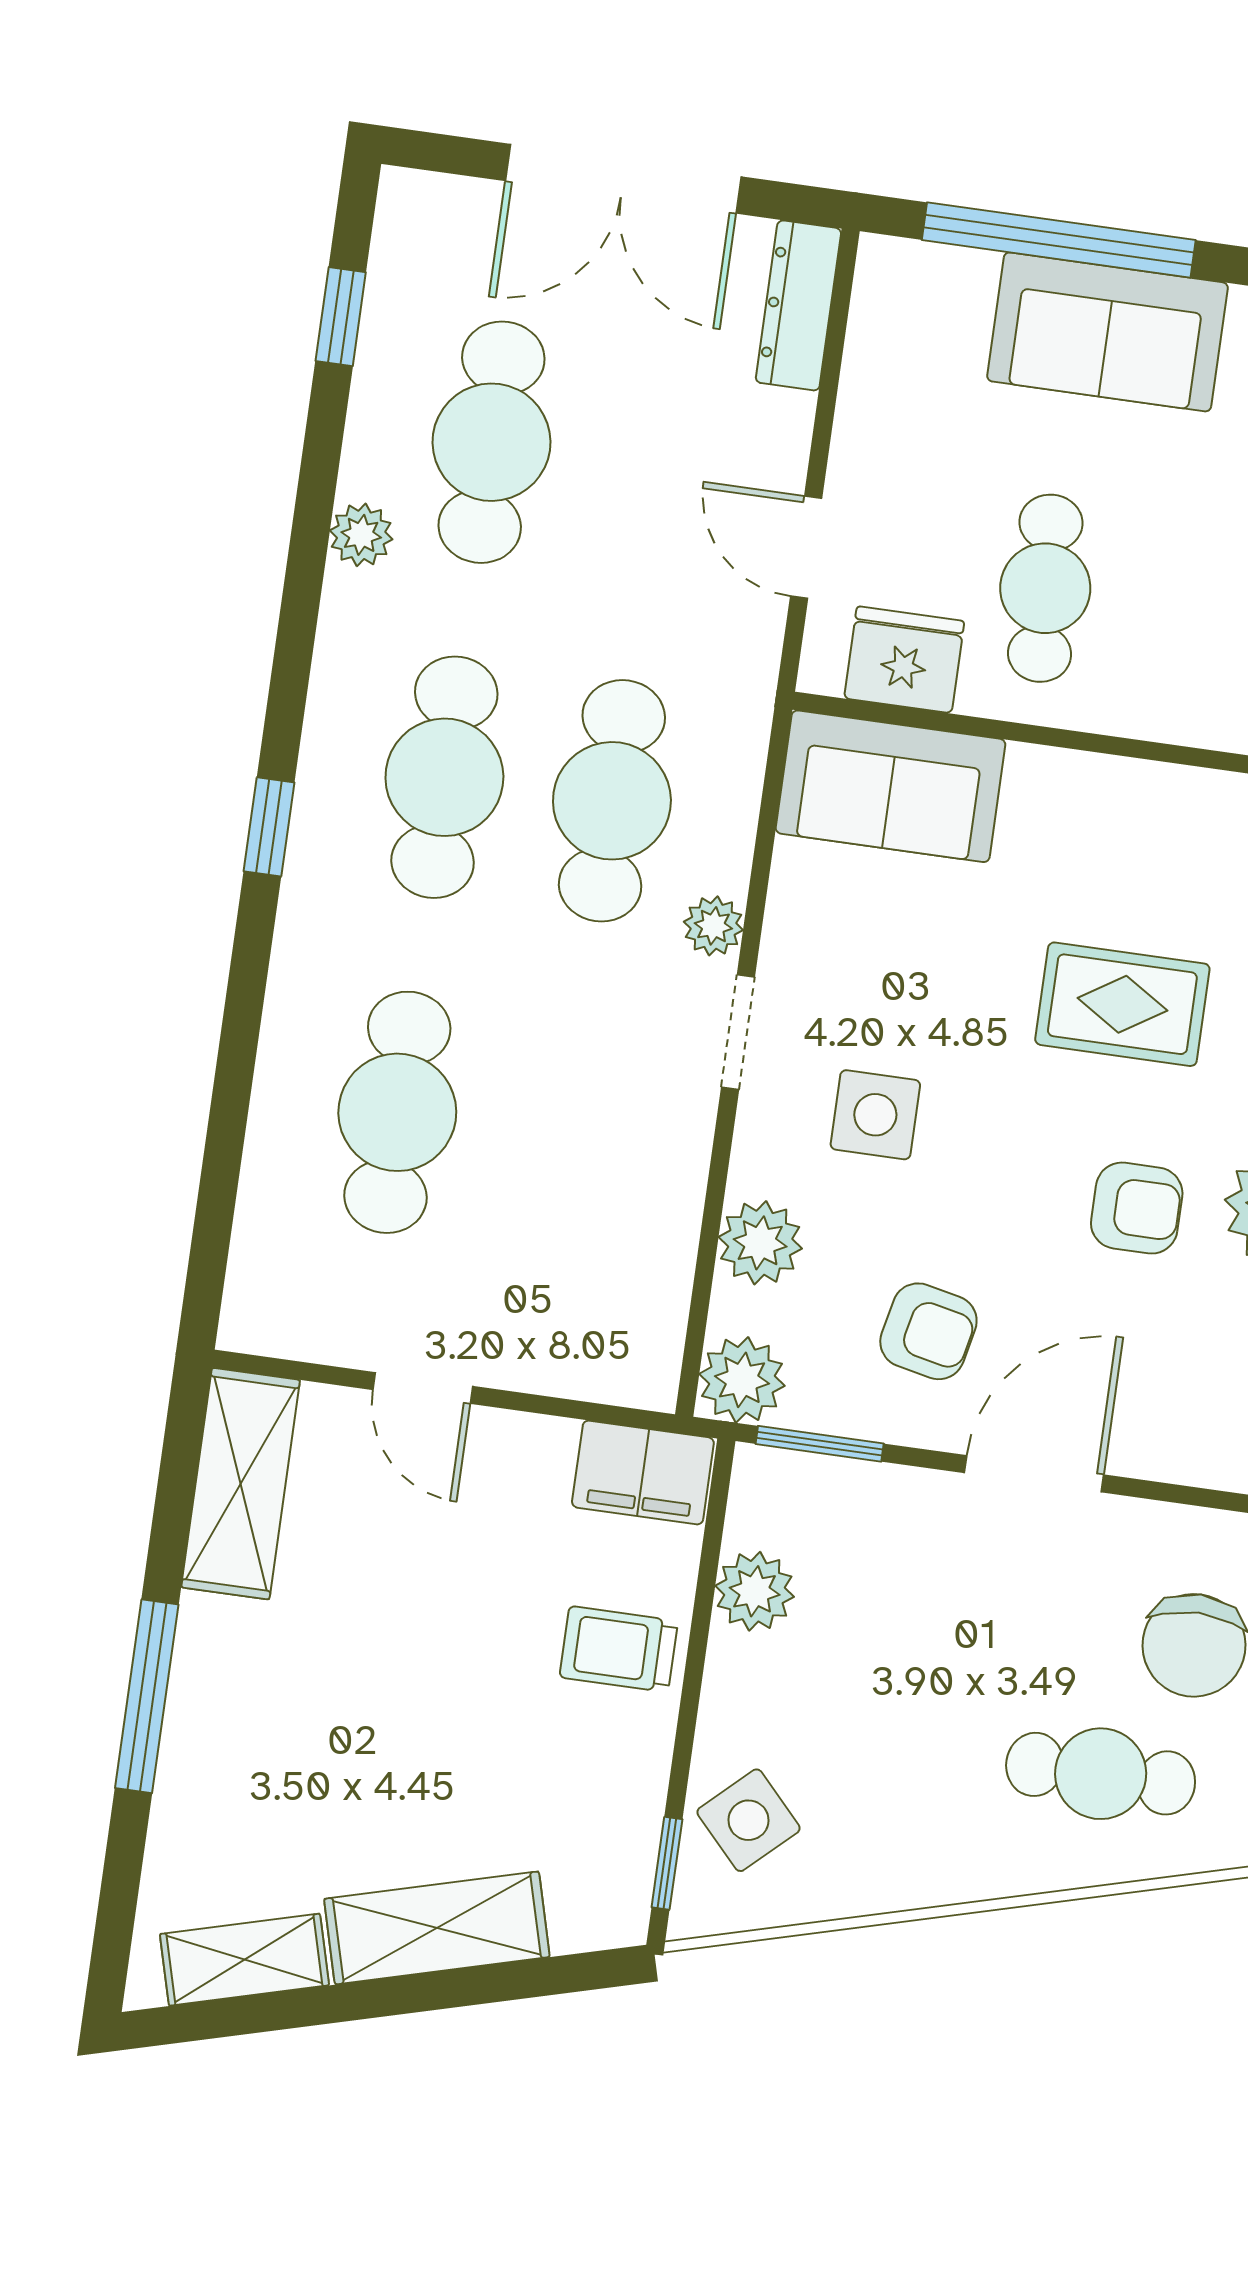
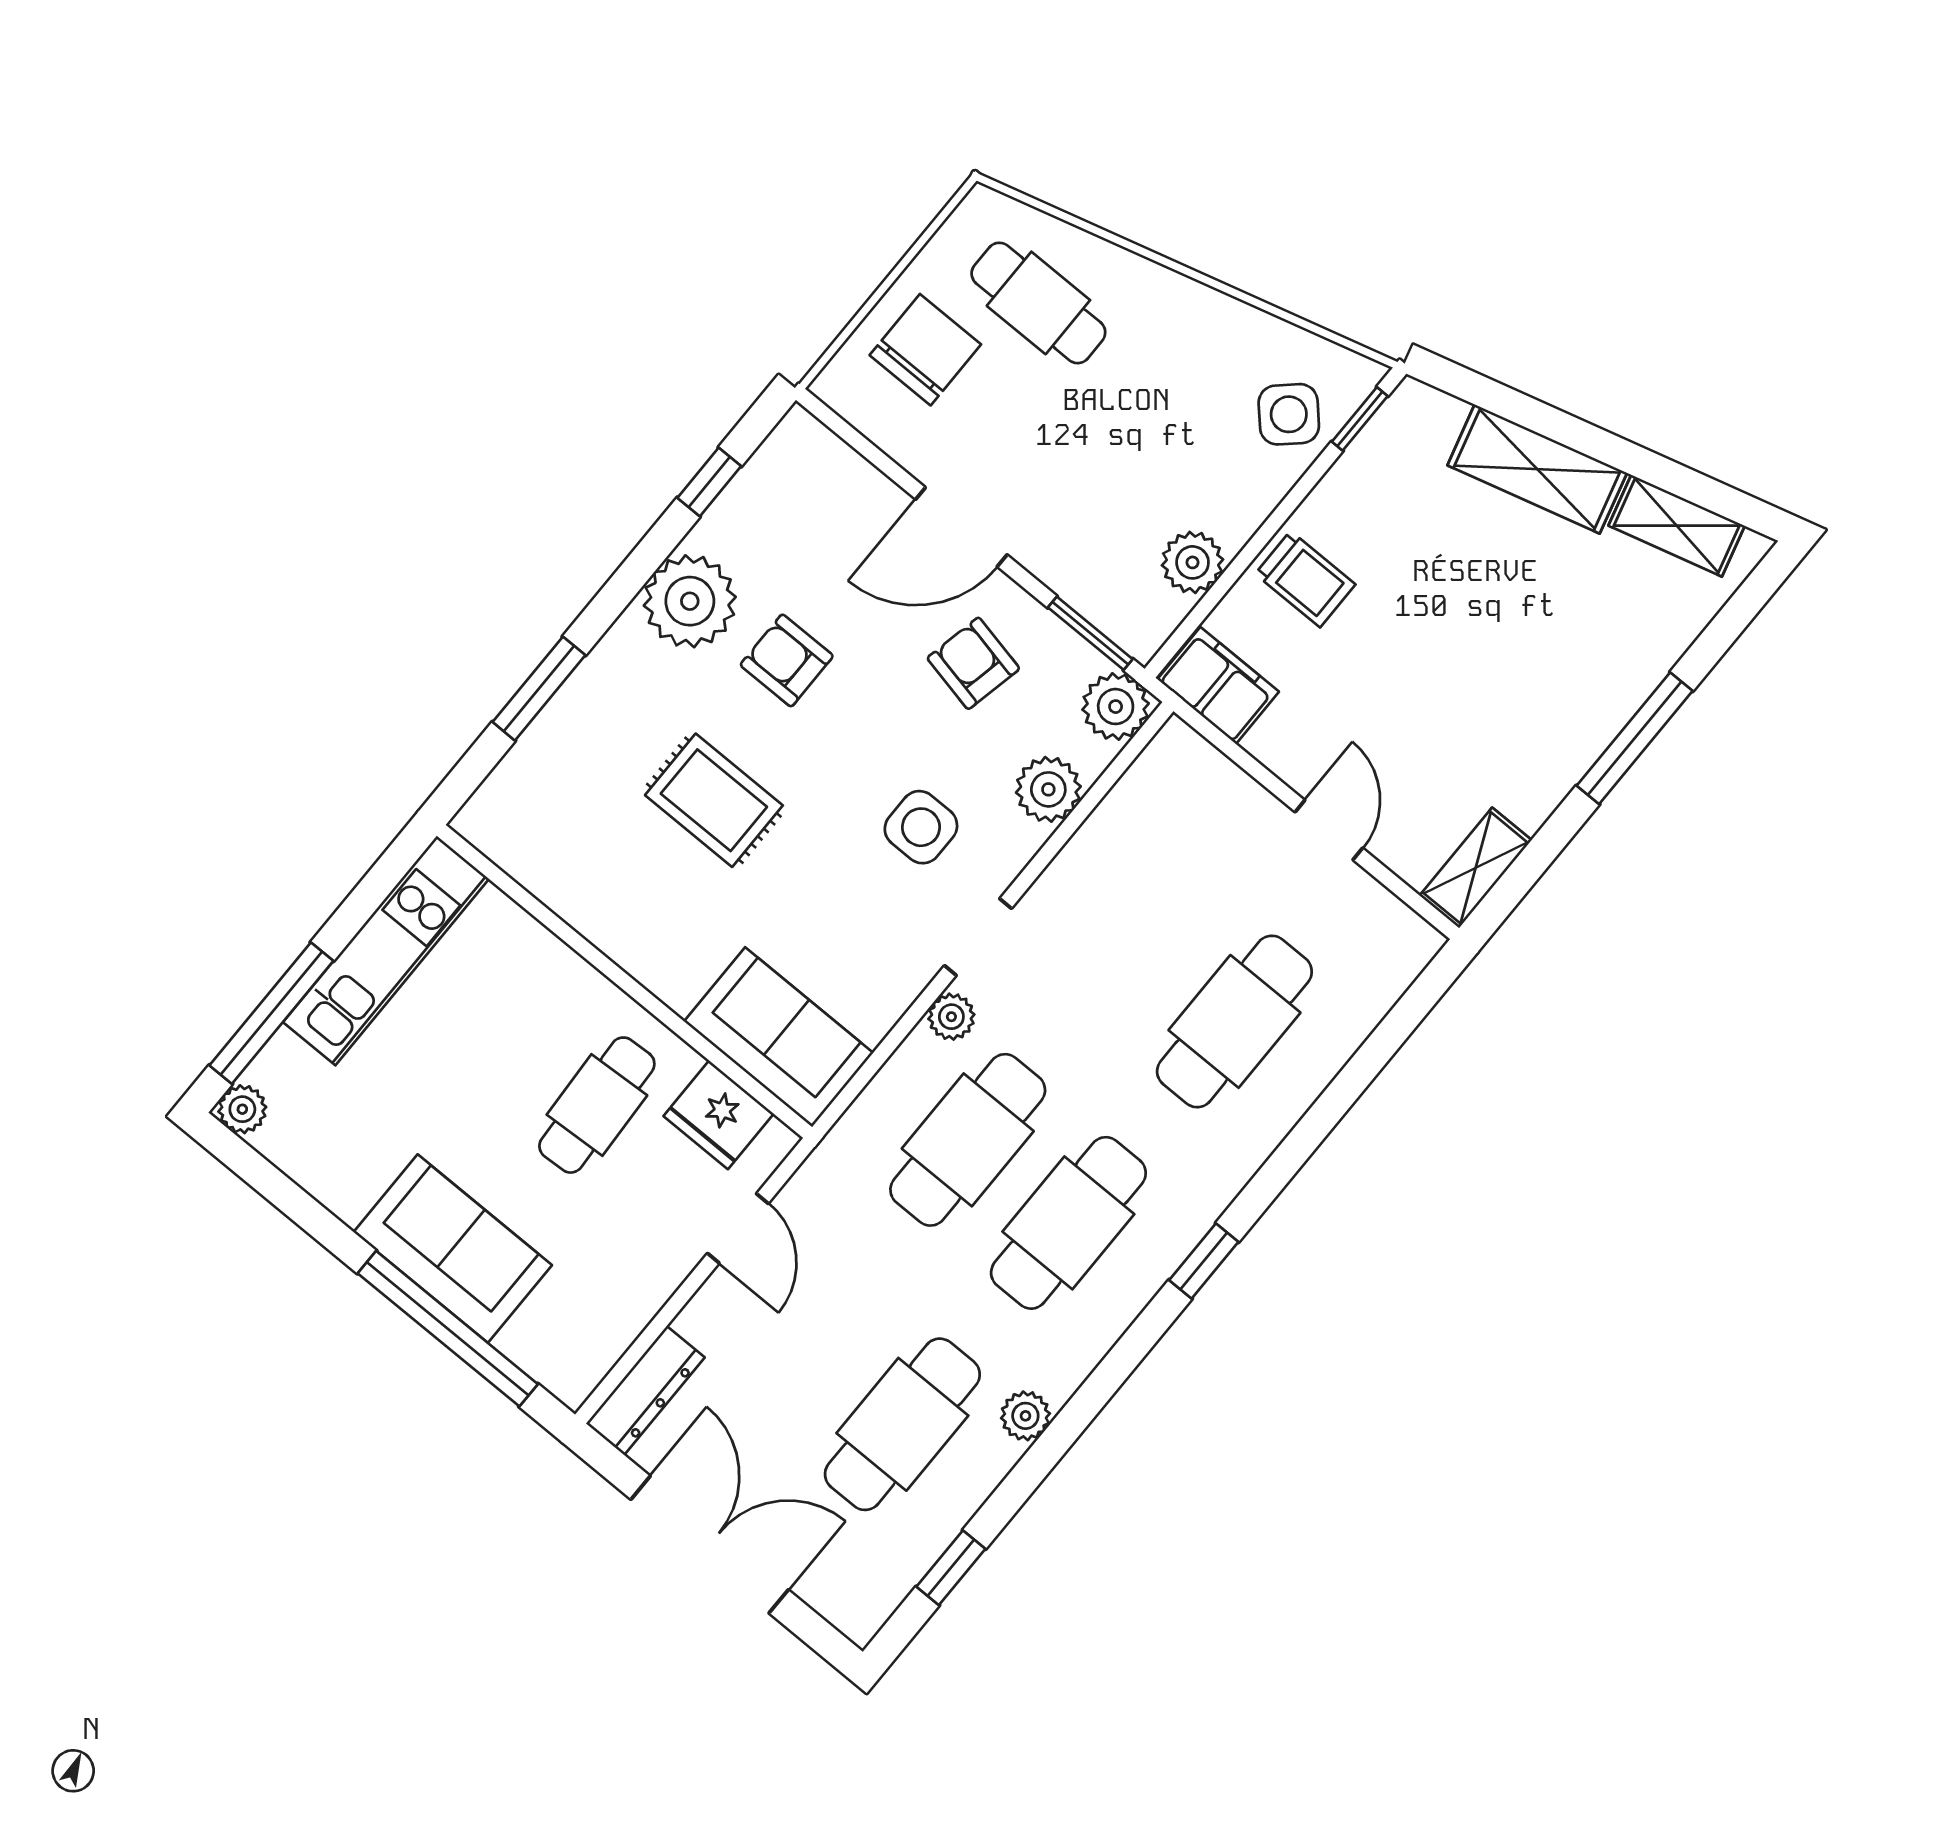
shelving: (241, 1484) -> (1476, 868), width x0.67, depth x0.75

